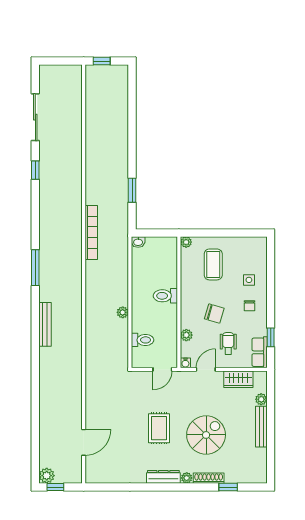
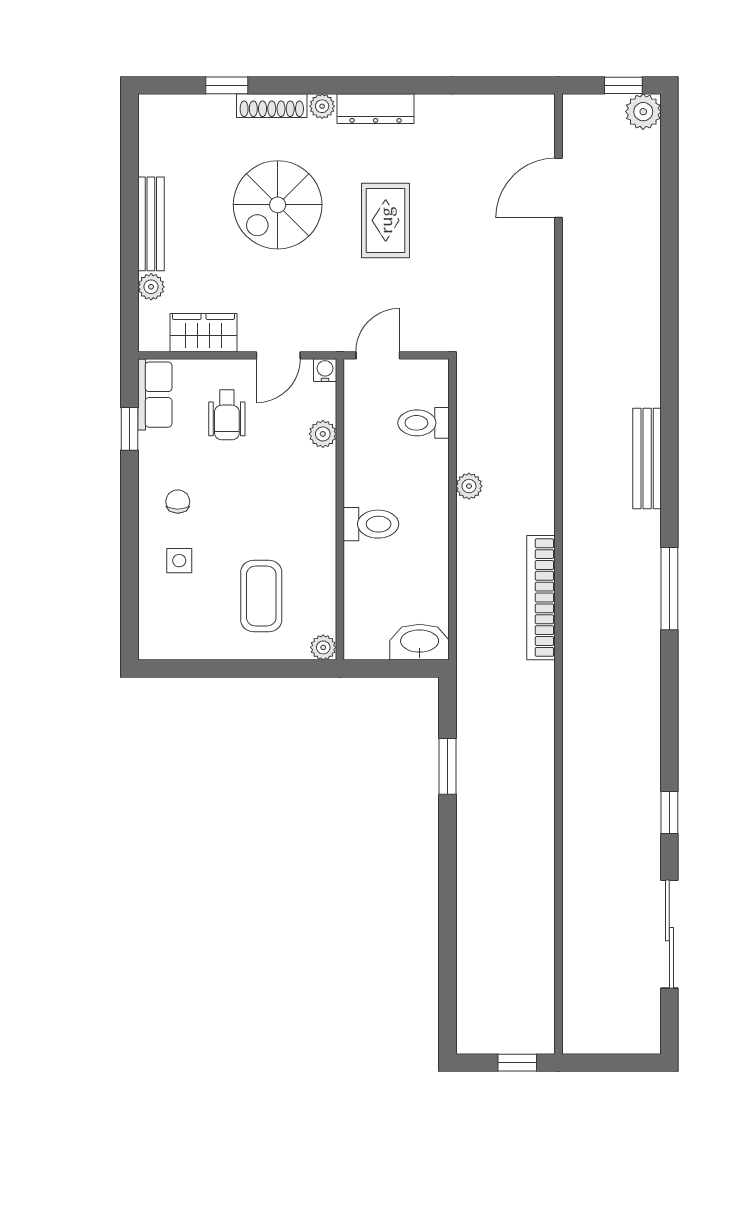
bookcase: (91, 232) -> (541, 598), moved
washbasin: (138, 242) -> (420, 642), width x1.91, depth x1.45
chair: (214, 314) -> (259, 483), removed

